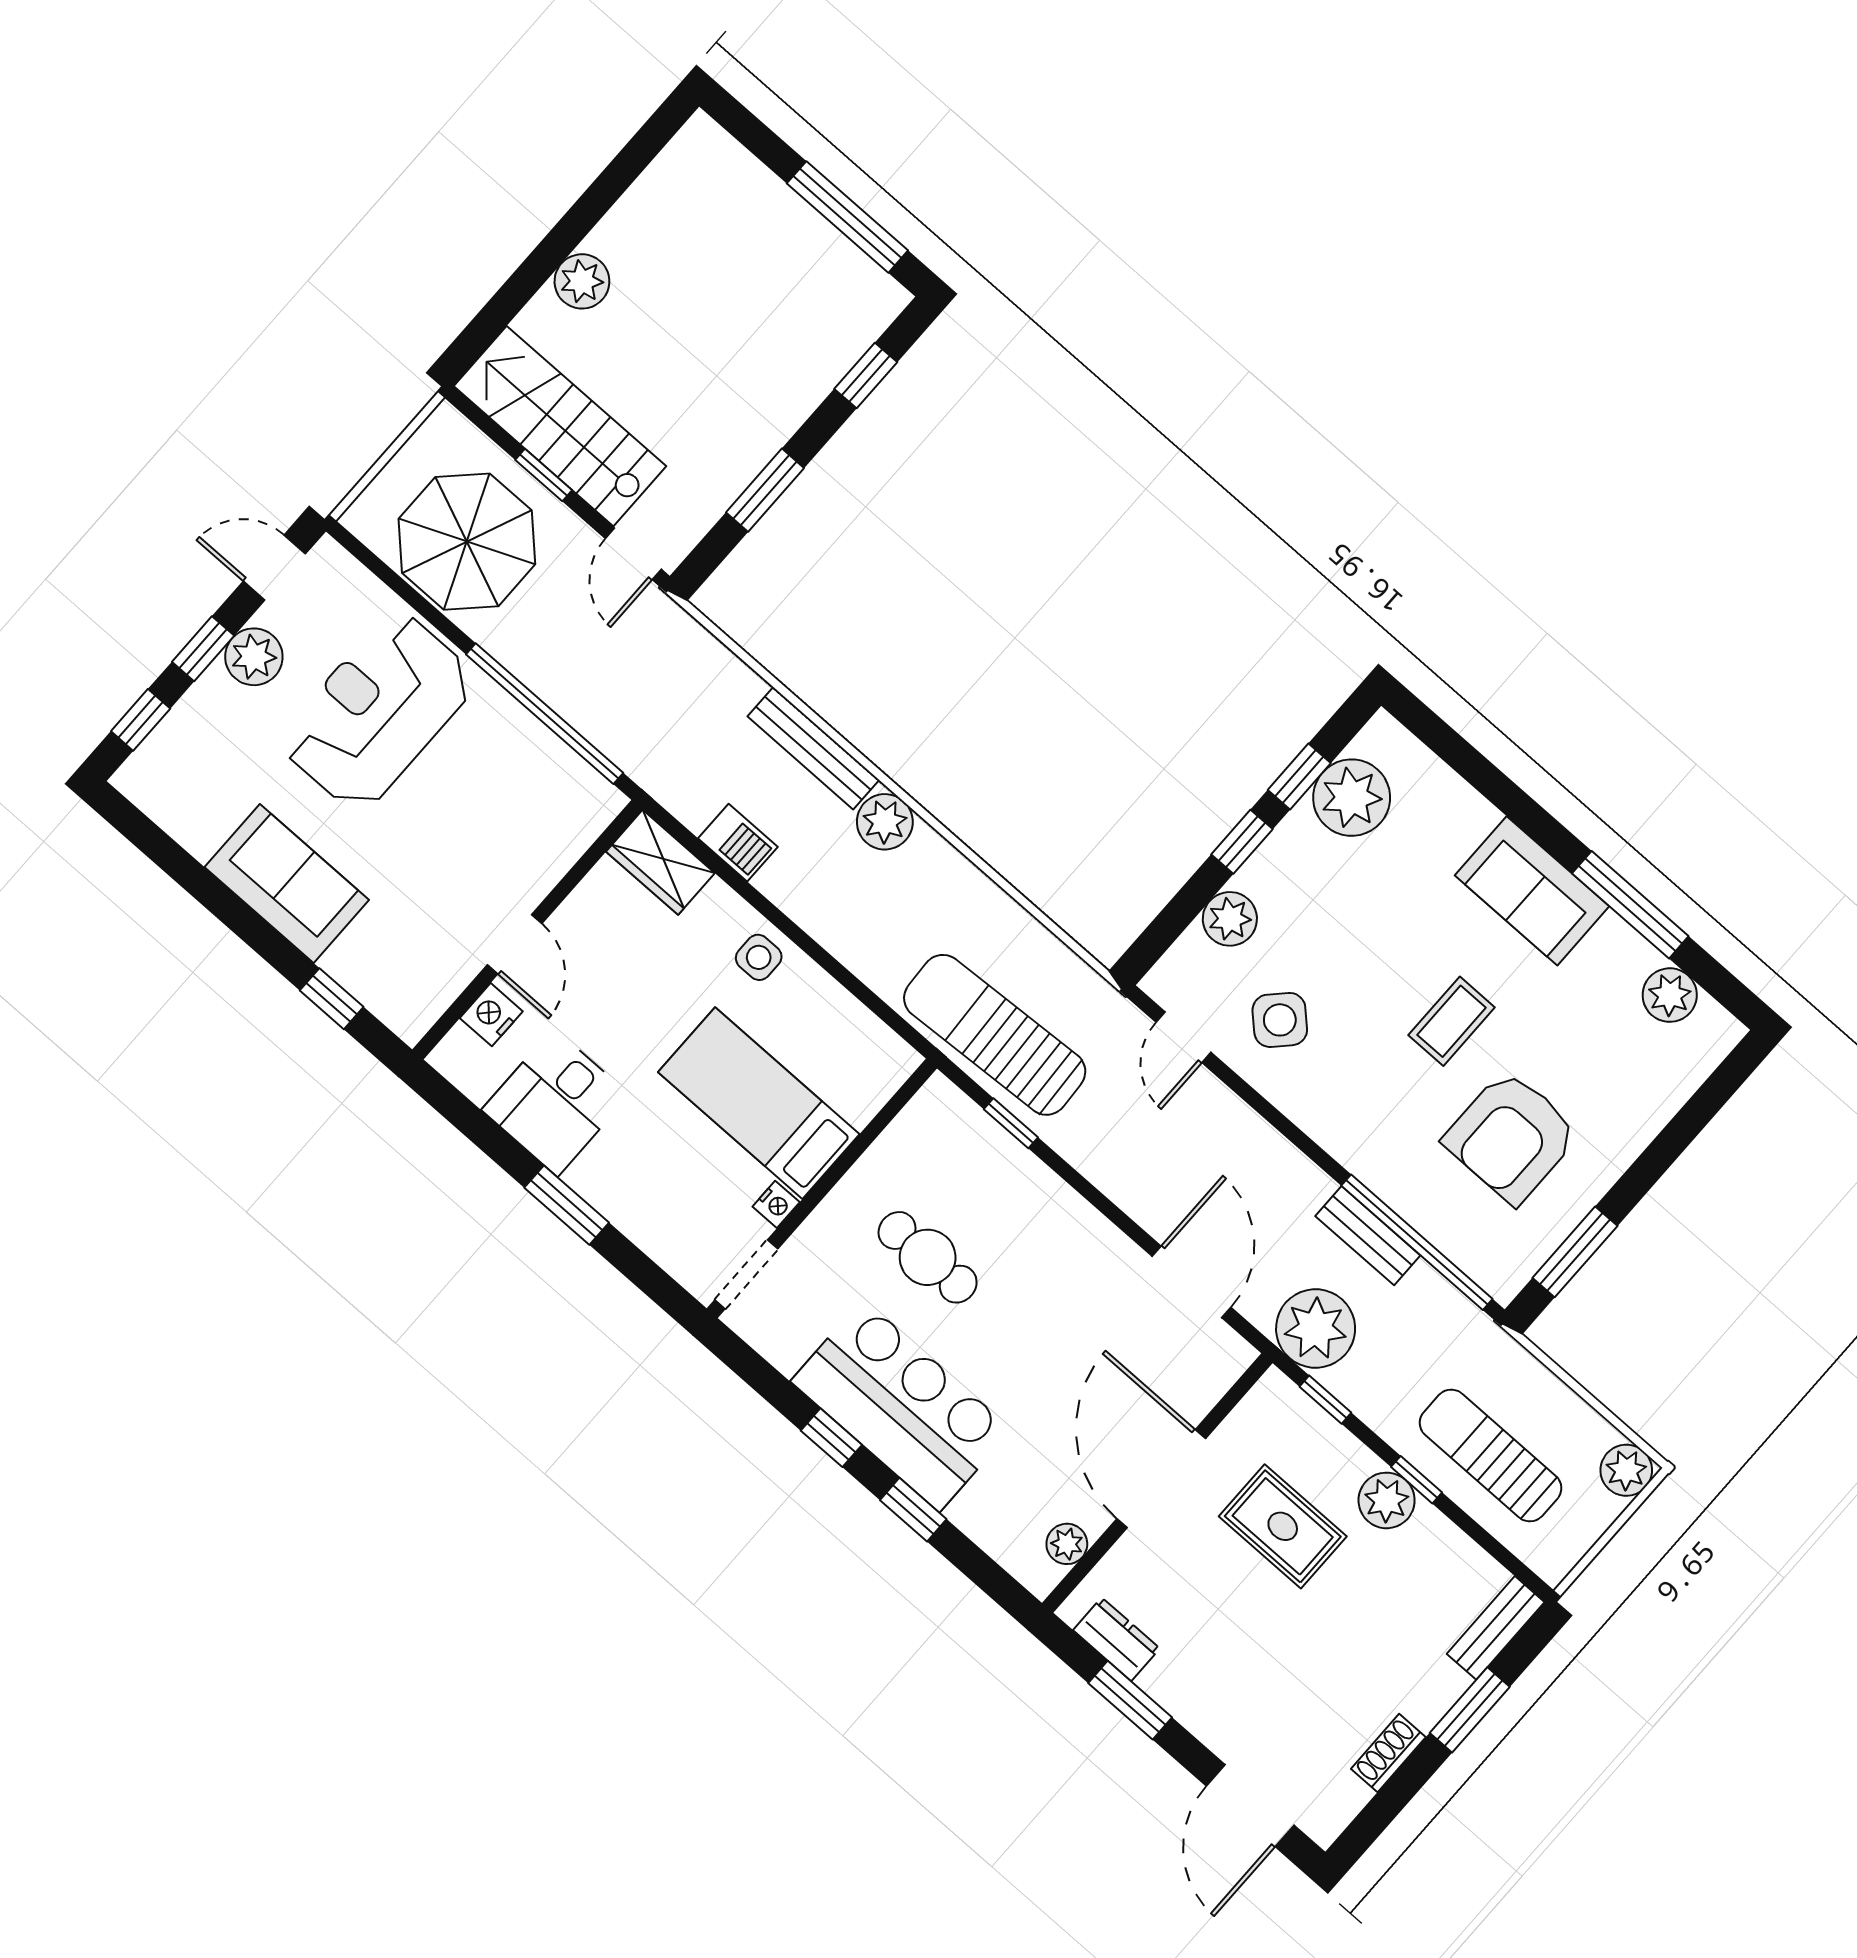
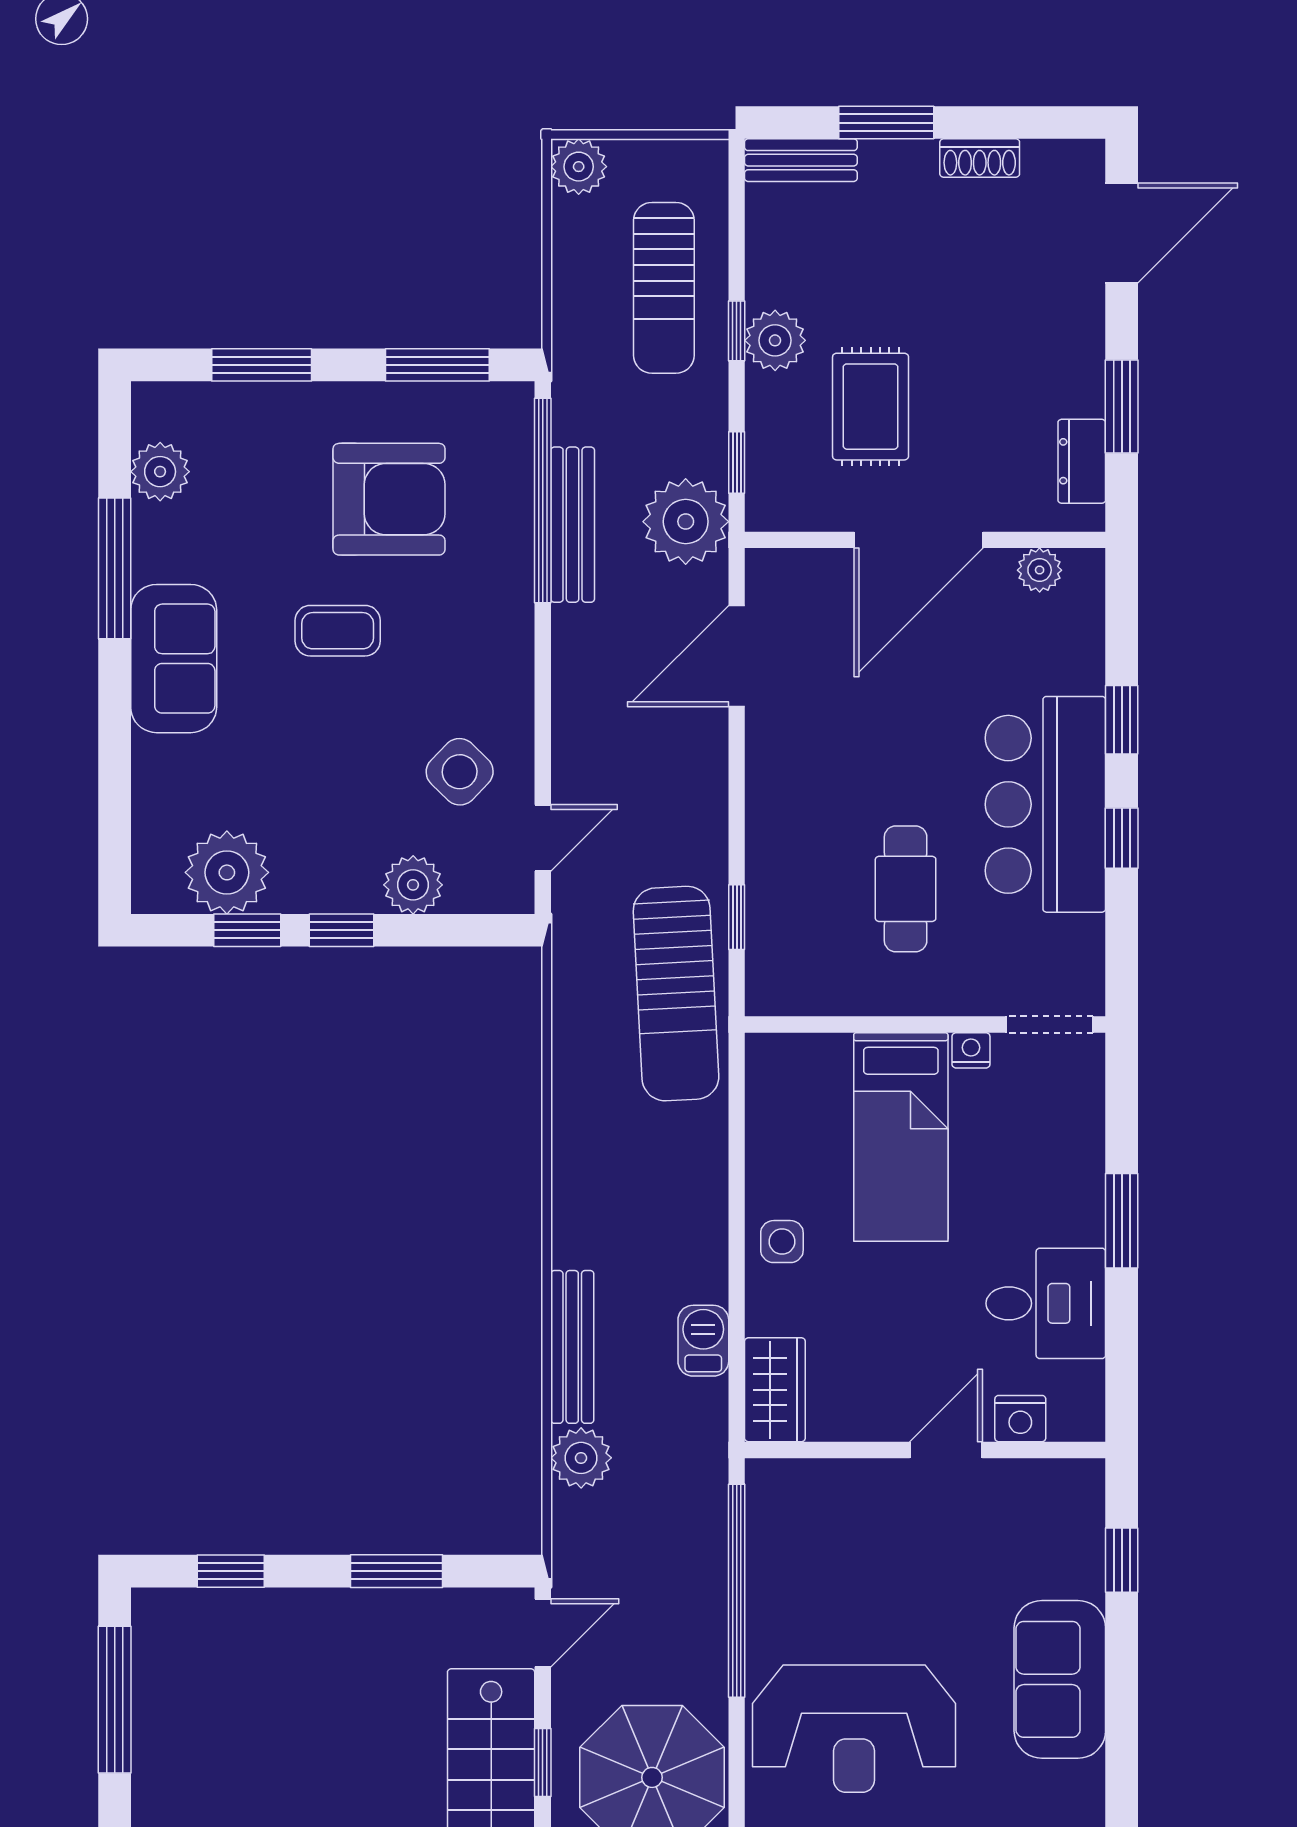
plant: (885, 822) -> (581, 1458), moved
window: (1682, 1130) -> (262, 365), added
bench: (1368, 1236) -> (573, 525), width x1.36

